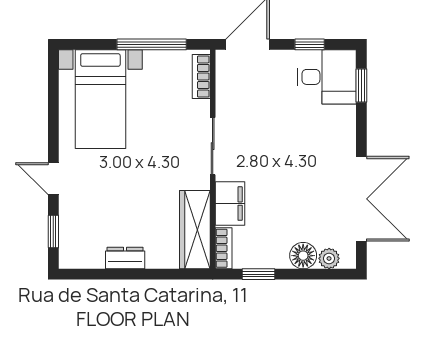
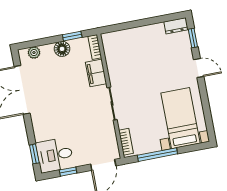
wardrobe: (195, 230) -> (113, 54), removed
floor lamp: (303, 256) -> (62, 49), moved
dresser: (125, 258) -> (176, 26), moved

